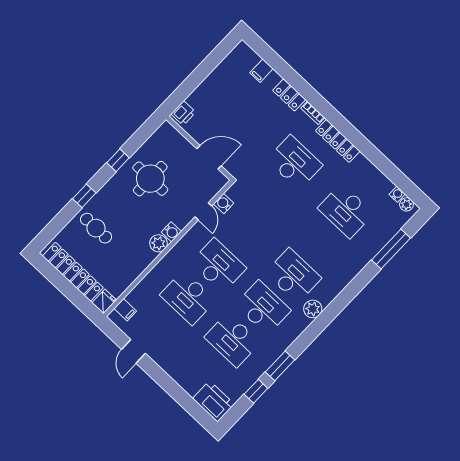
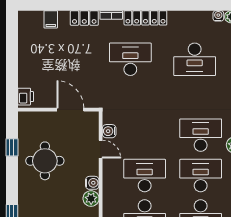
door: (209, 157) -> (70, 110), hinge flipped
window: (118, 160) -> (12, 147), moved

